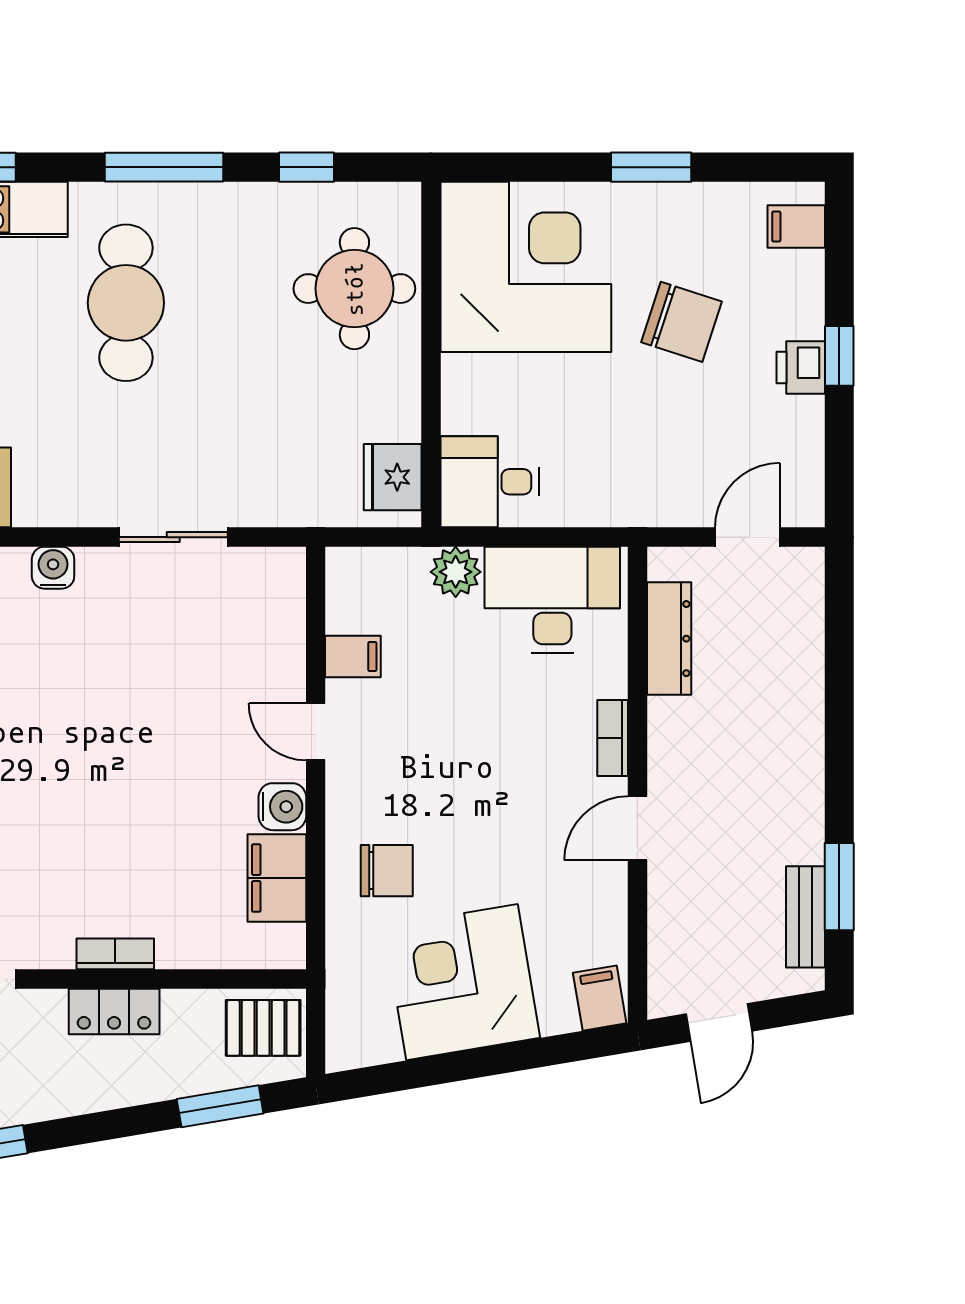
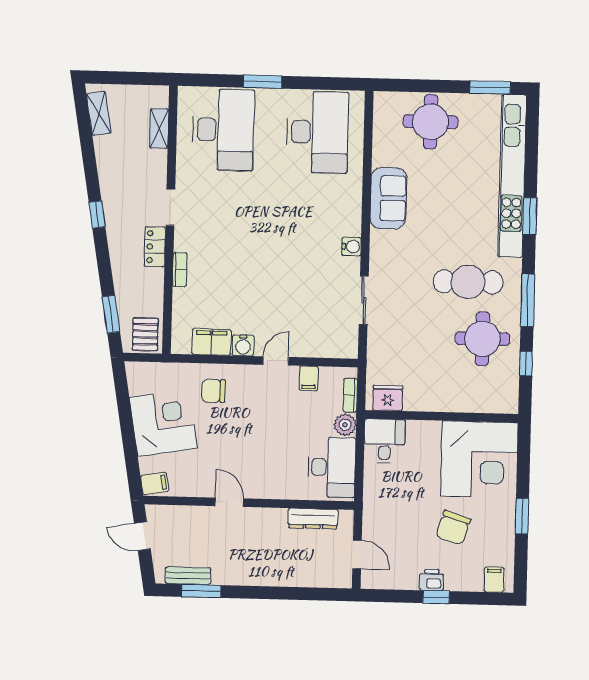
round table: (354, 289) -> (482, 339), moved
bookcase: (613, 738) -> (350, 395), moved, turned -90
chair: (387, 871) -> (213, 391), turned 90
locker: (114, 1011) -> (155, 247), moved

